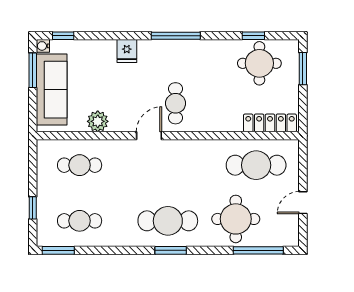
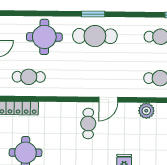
cafe table: (256, 165) -> (29, 77), width x0.73, depth x0.74
window: (258, 250) -> (28, 13), removed

